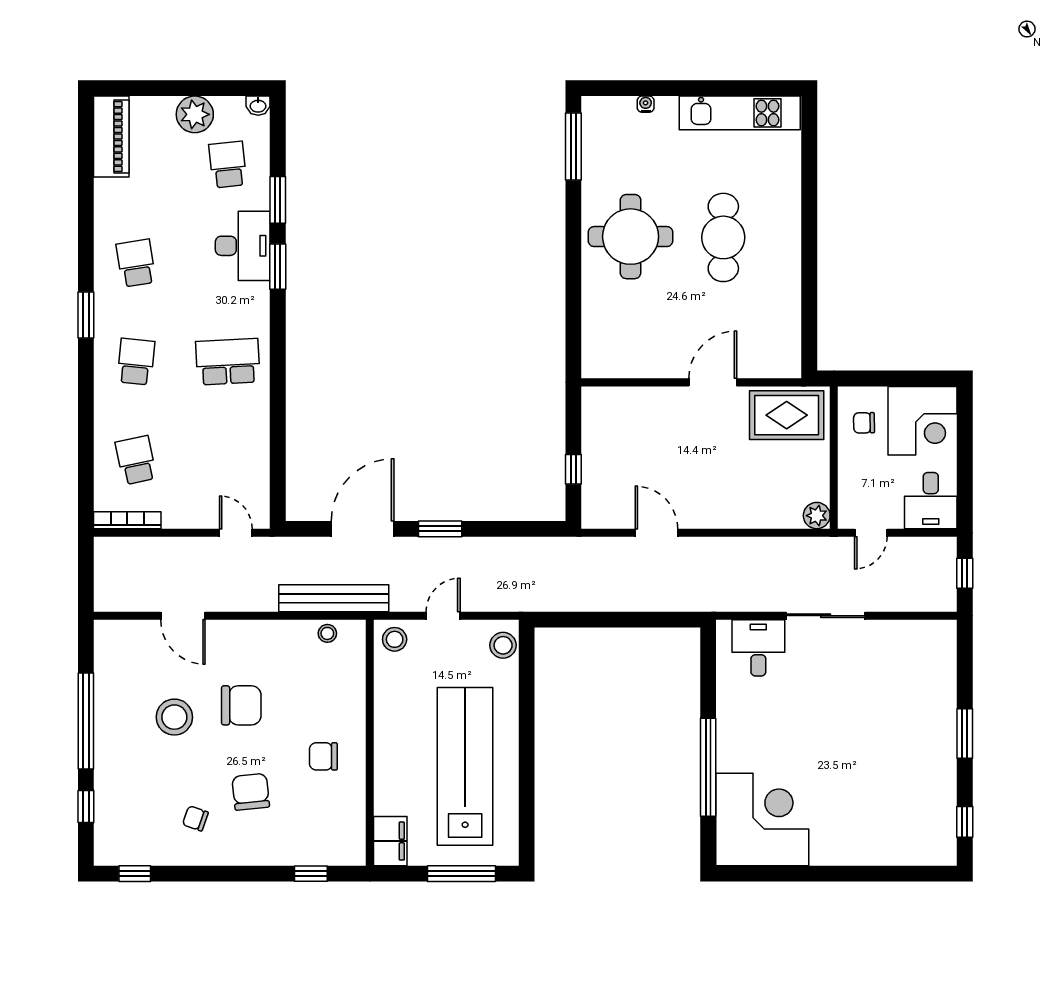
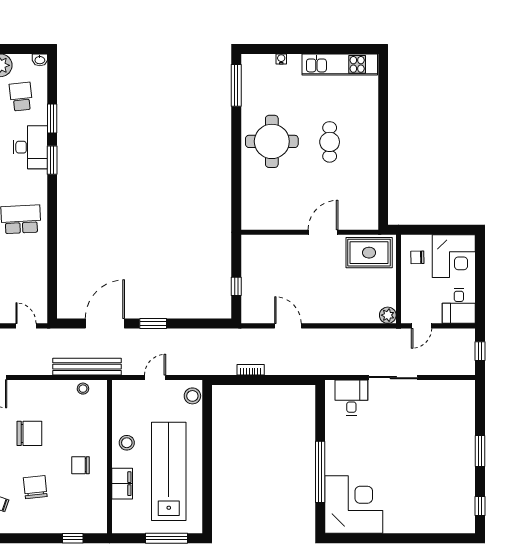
cafe table: (723, 237) -> (330, 142), width x0.73, depth x0.74
bookcase: (596, 603) -> (251, 370), added
stool: (395, 639) -> (127, 443), moved
filing cabinet: (390, 841) -> (122, 484), moved

